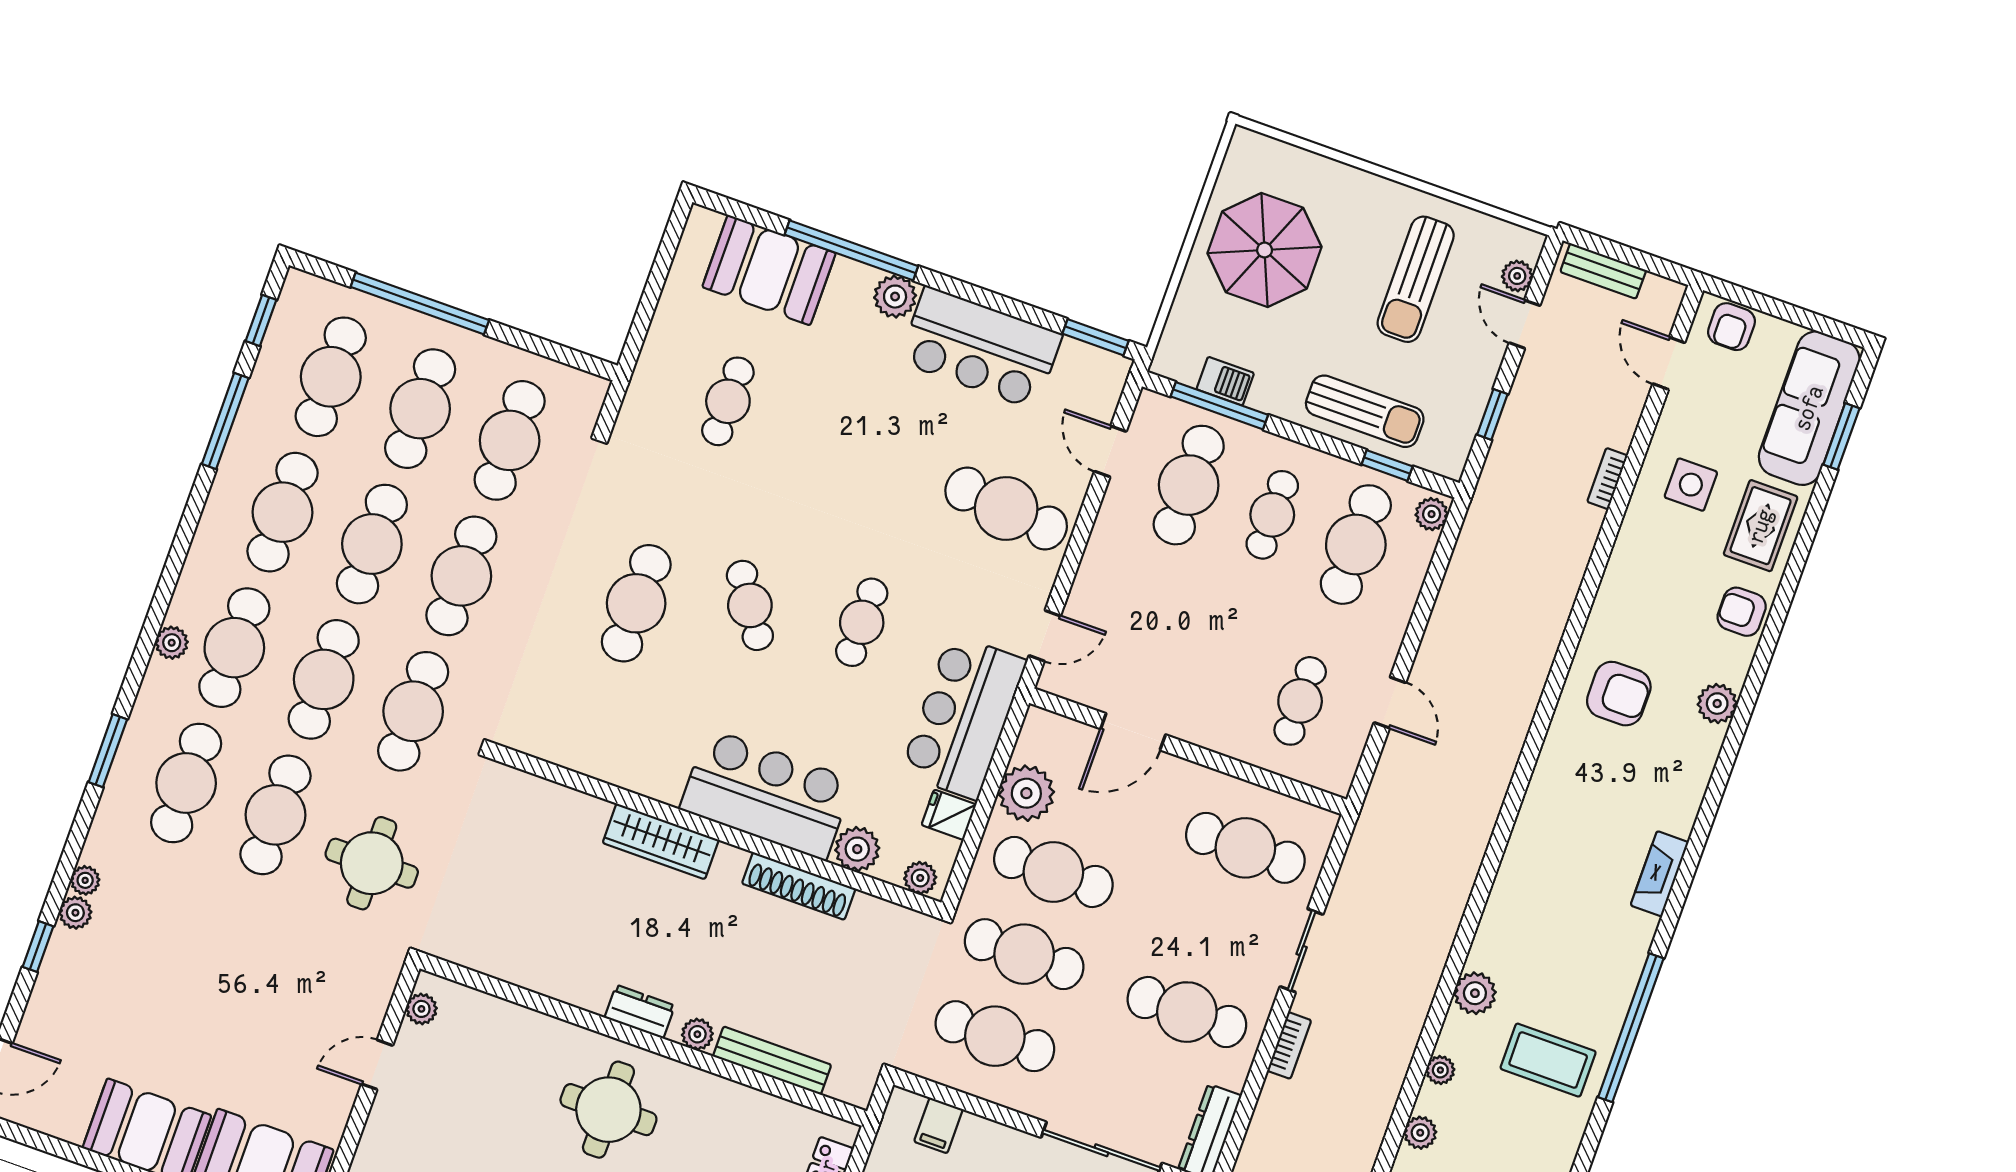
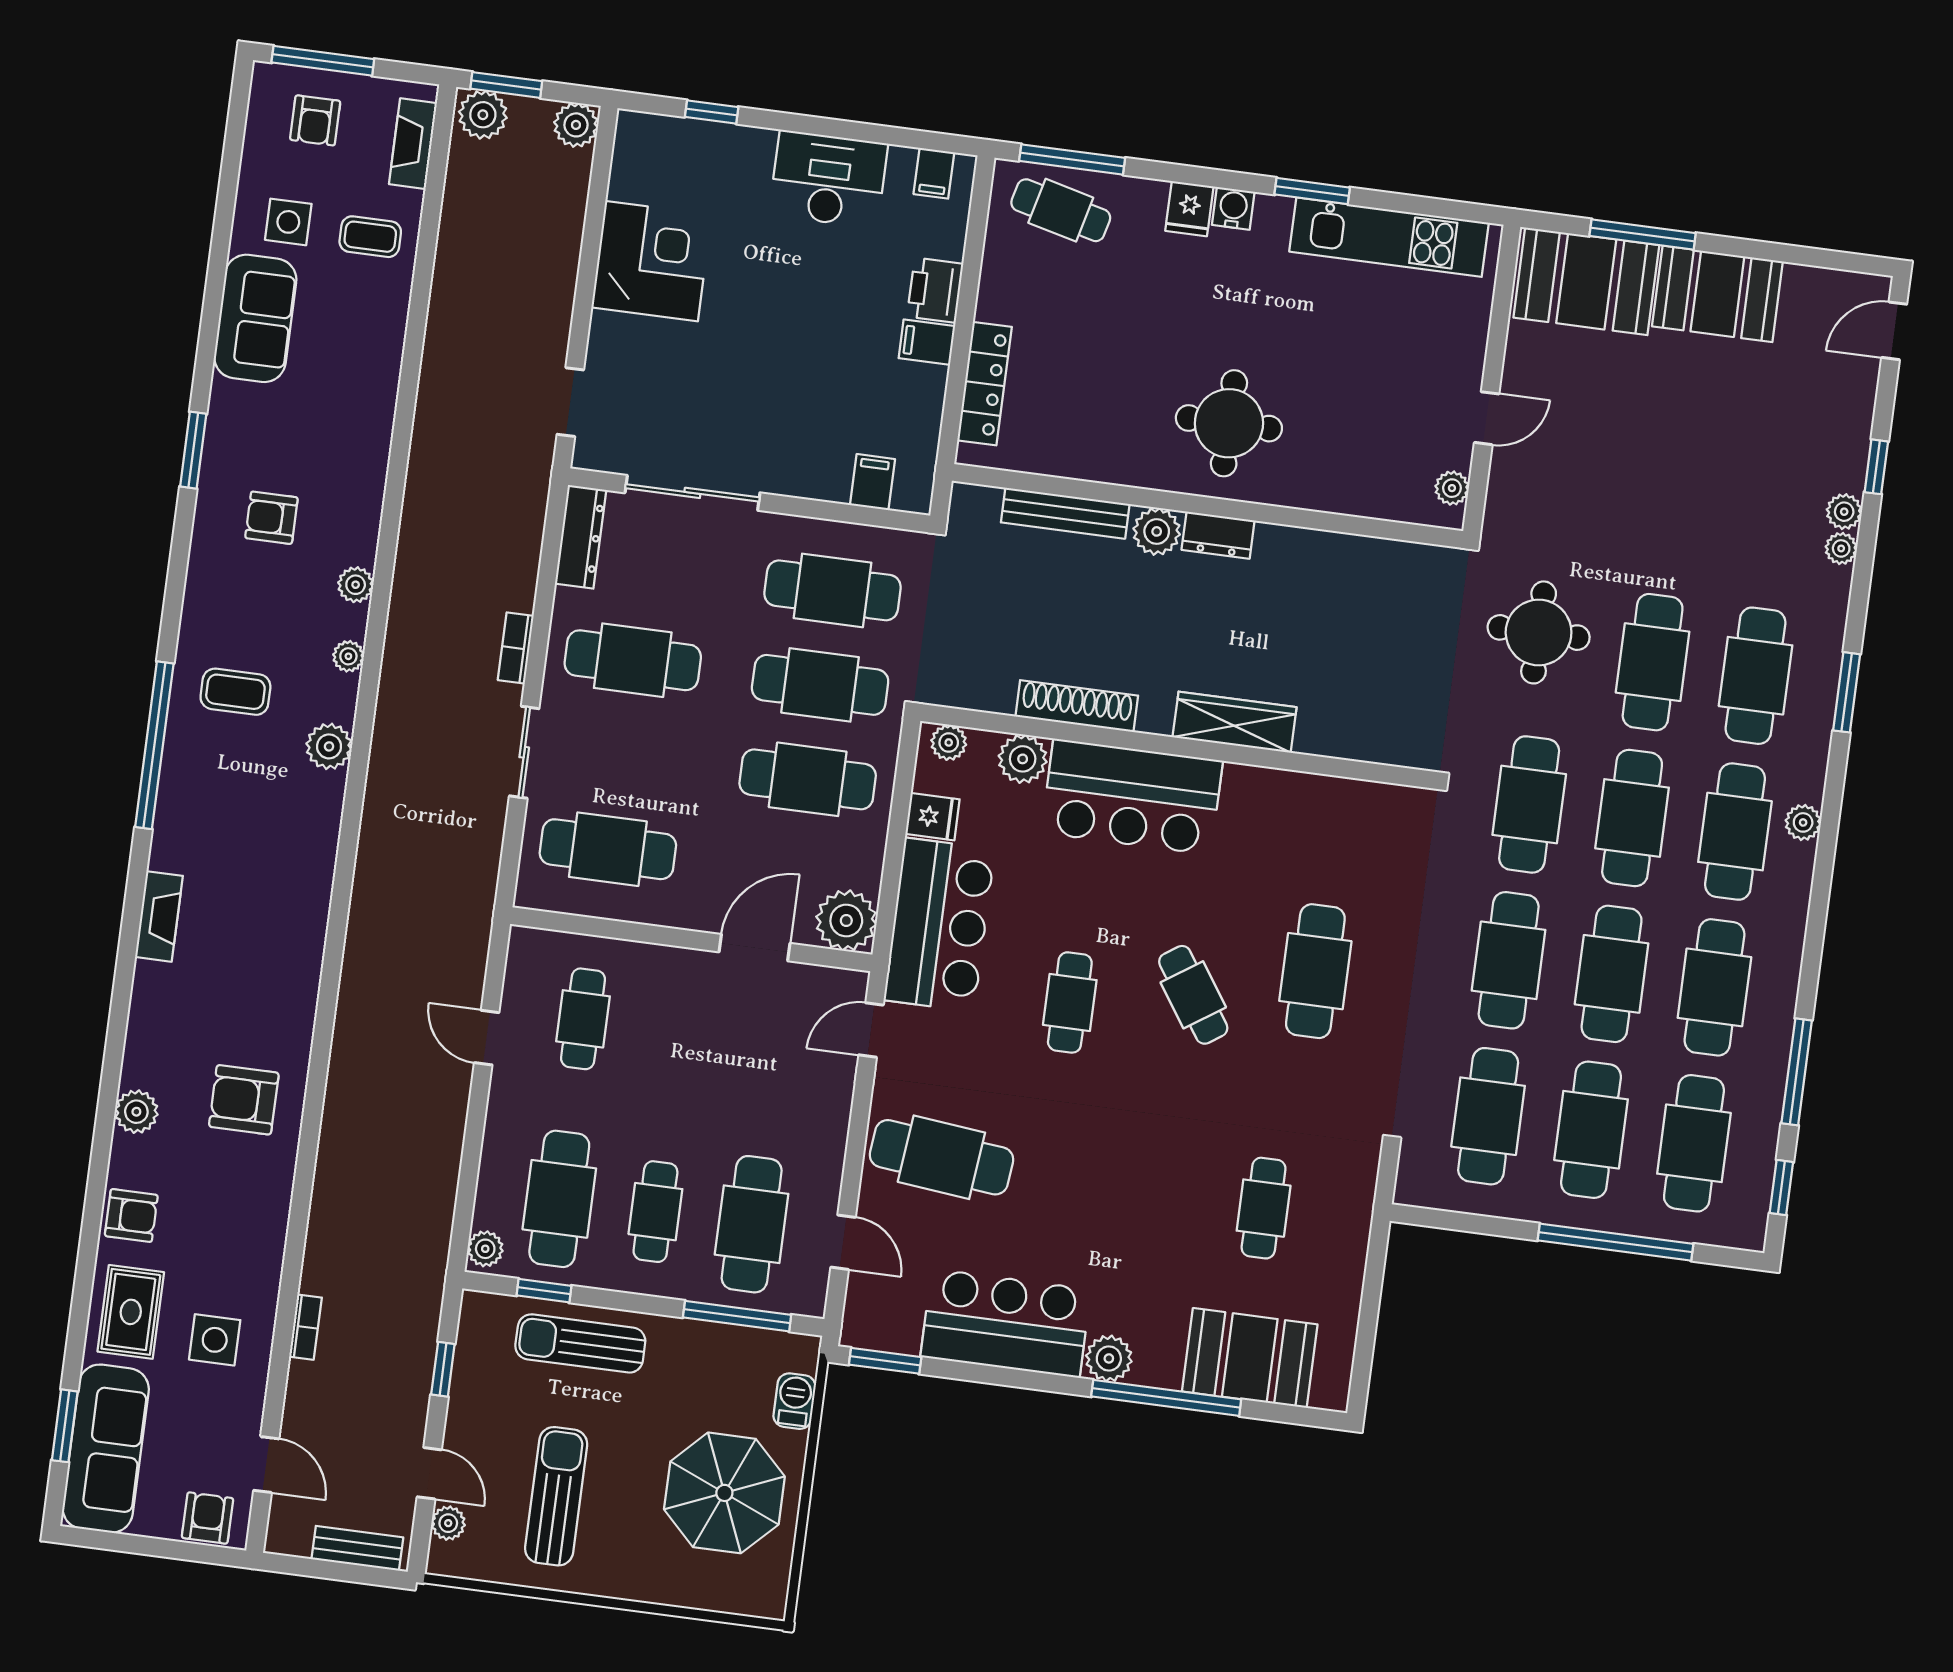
barbecue: (1225, 381) -> (795, 1401), moved, turned 90
plant: (1026, 793) -> (846, 920), moved
plant: (697, 1034) -> (1157, 531), width x1.38, depth x1.38
coffee table: (1548, 1060) -> (235, 692), width x0.73, depth x0.77

